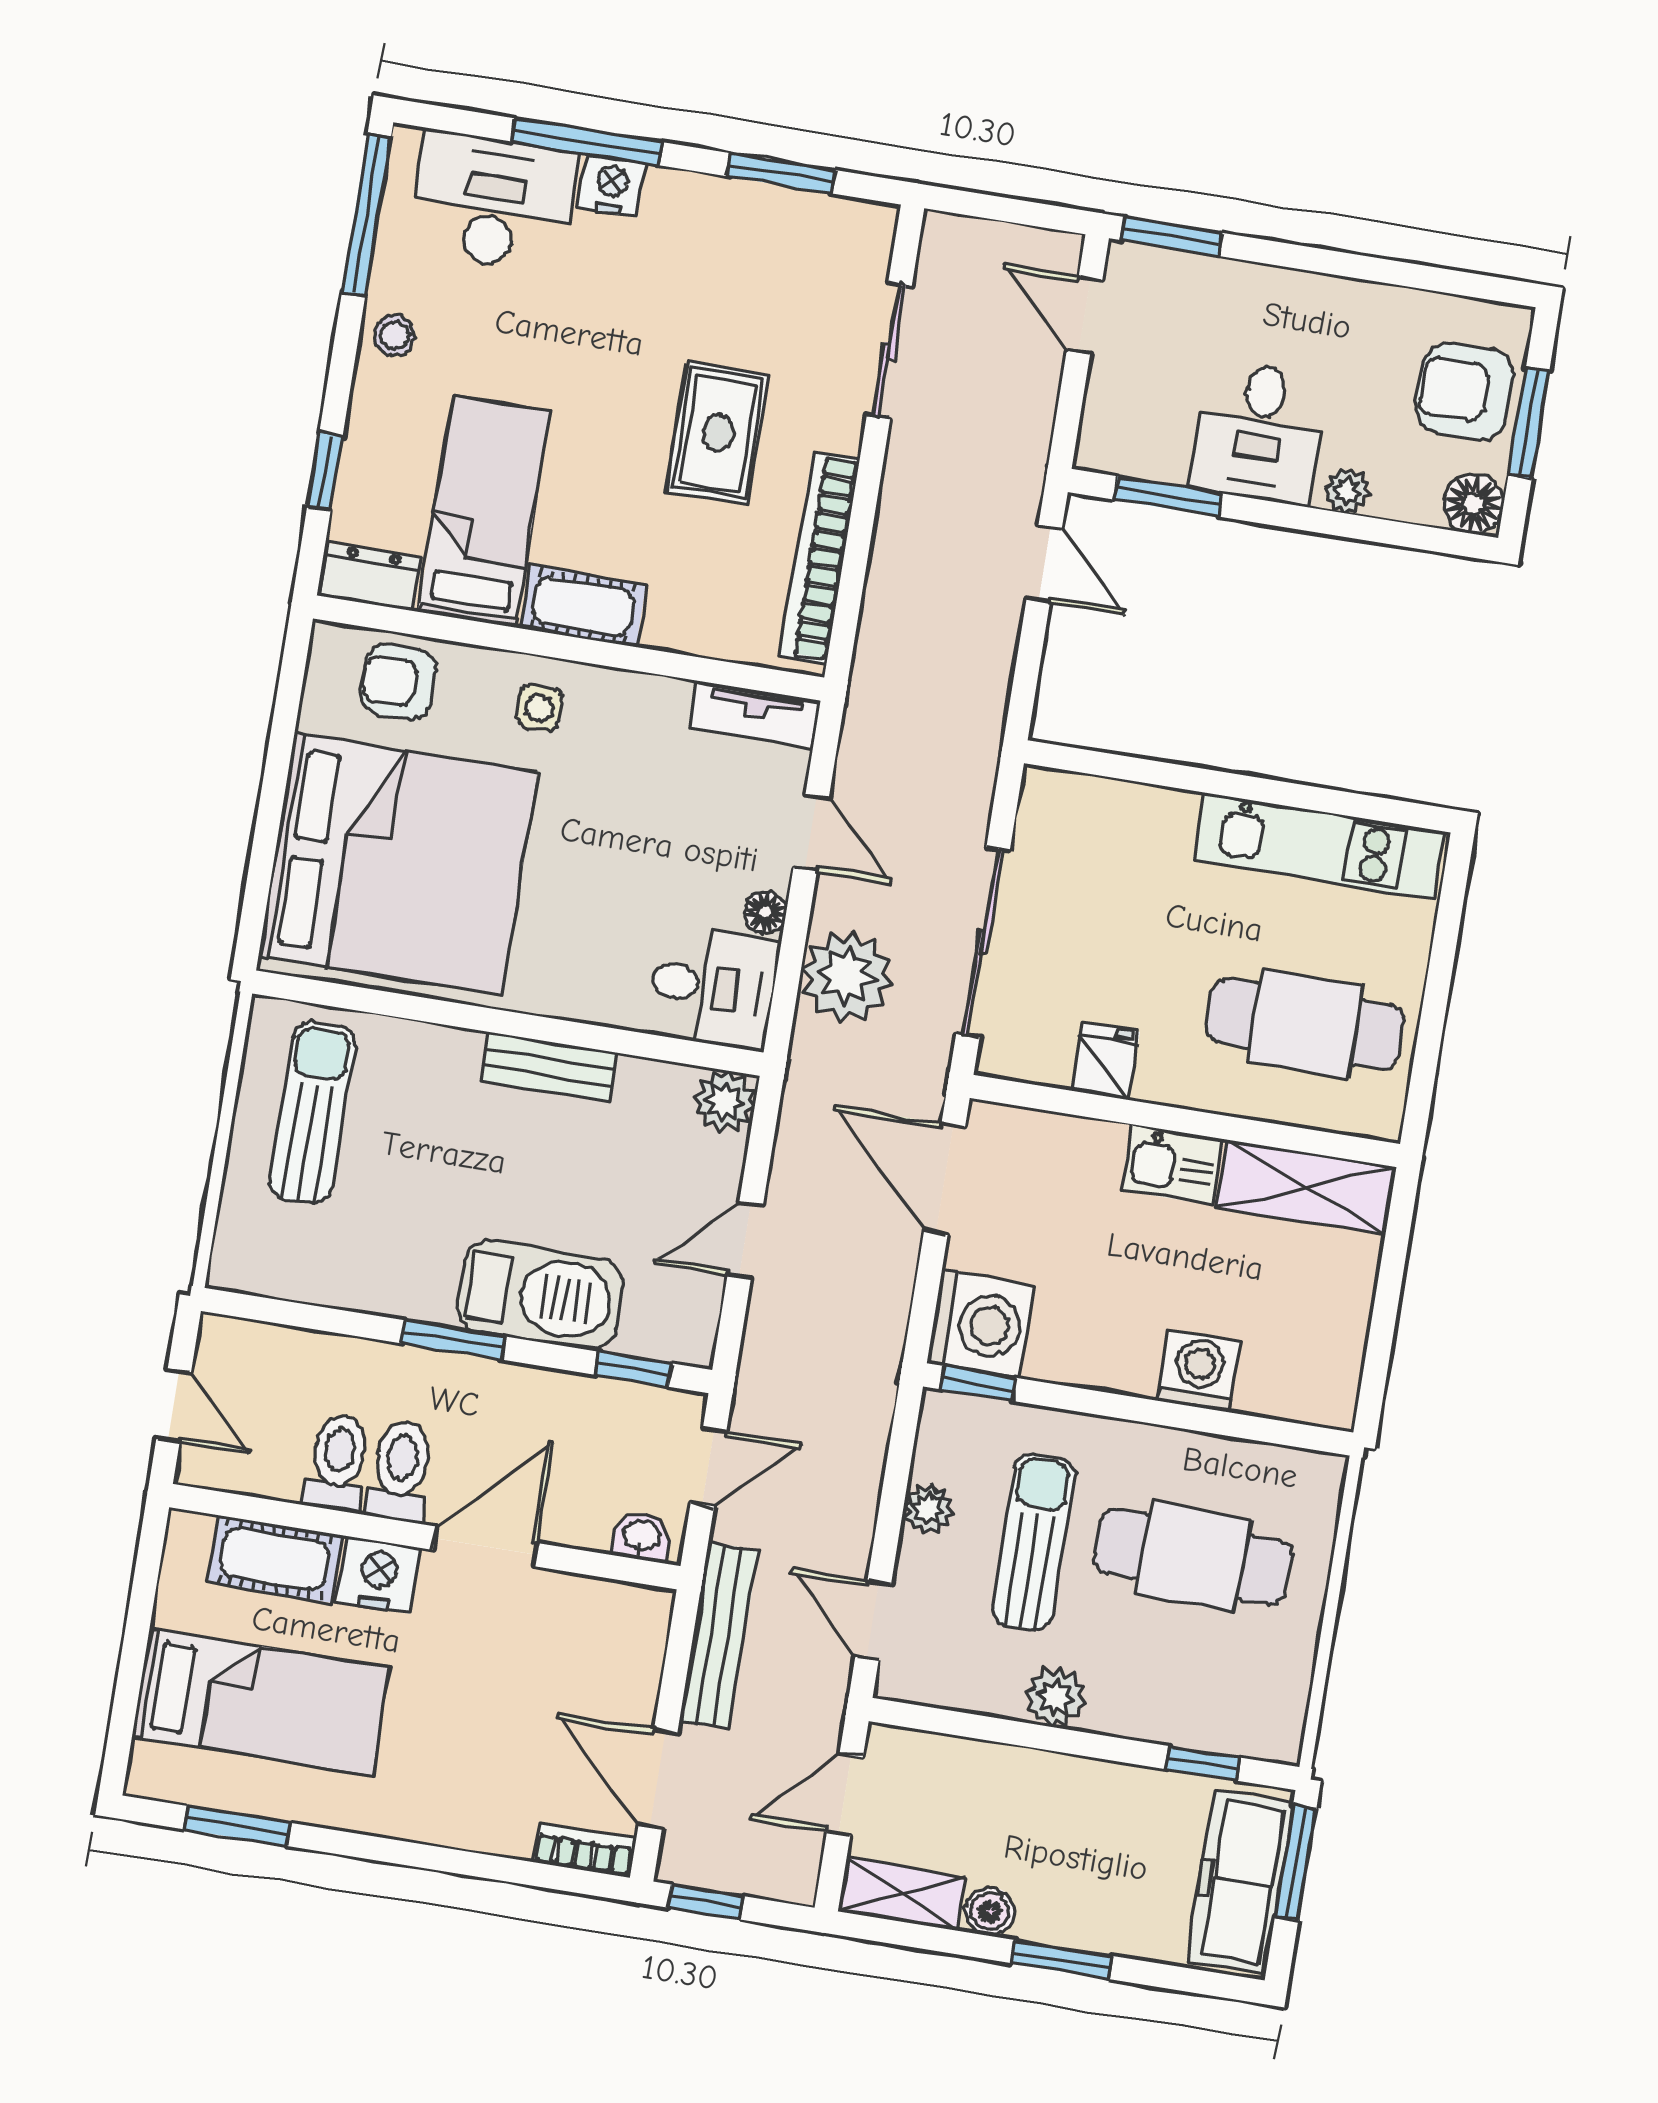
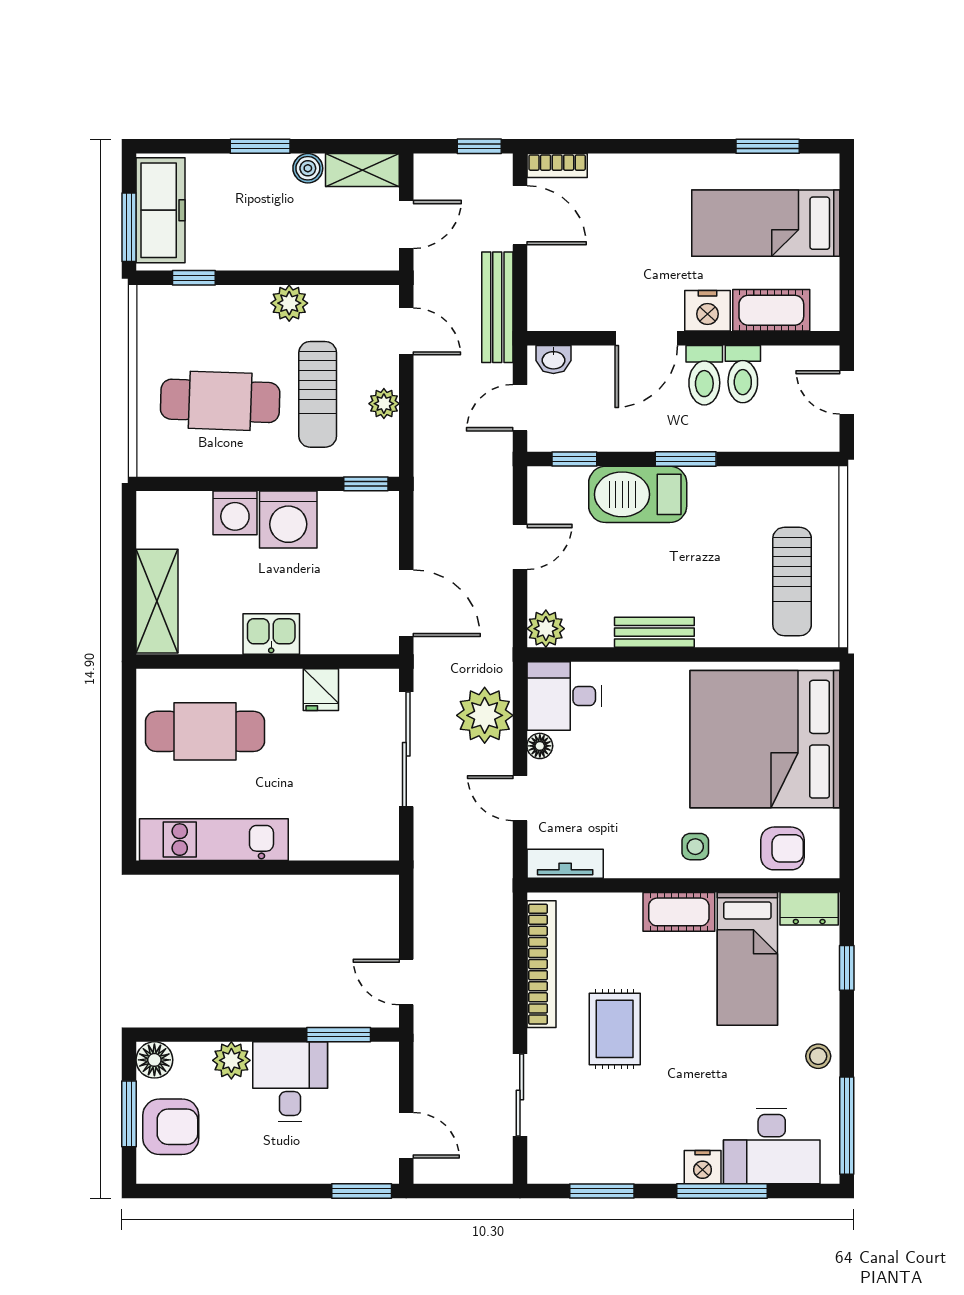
plant: (1347, 491) -> (231, 1060), width x1.38, depth x1.38
shelving: (1307, 1187) -> (157, 601), moved, turned 90
washing machine: (981, 1324) -> (288, 520), moved, turned -90

